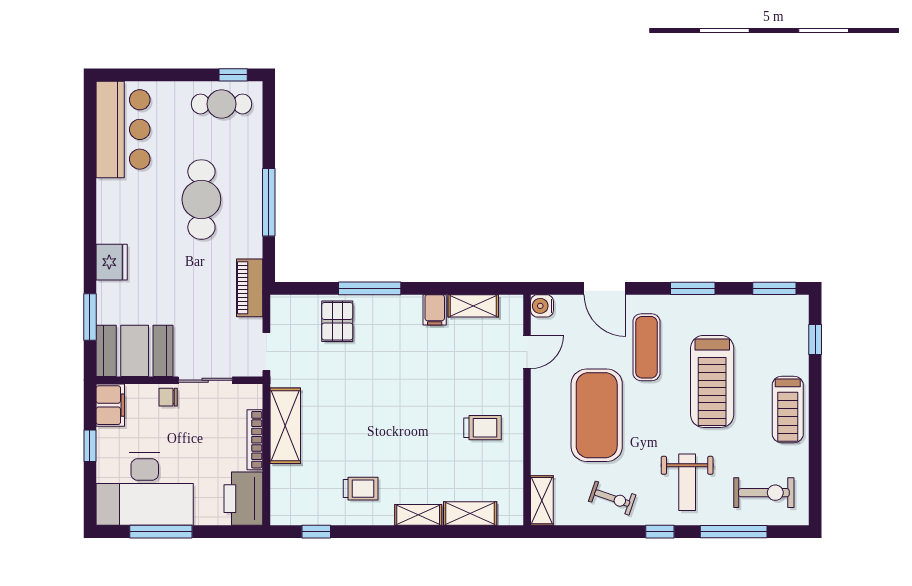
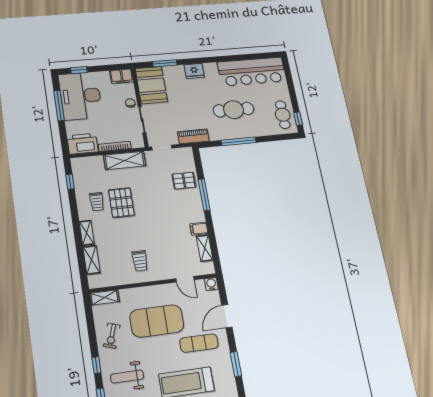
bar counter: (123, 129) -> (252, 72), width x1.36
pallet: (368, 444) -> (121, 203), added
window: (90, 446) -> (79, 70), moved

